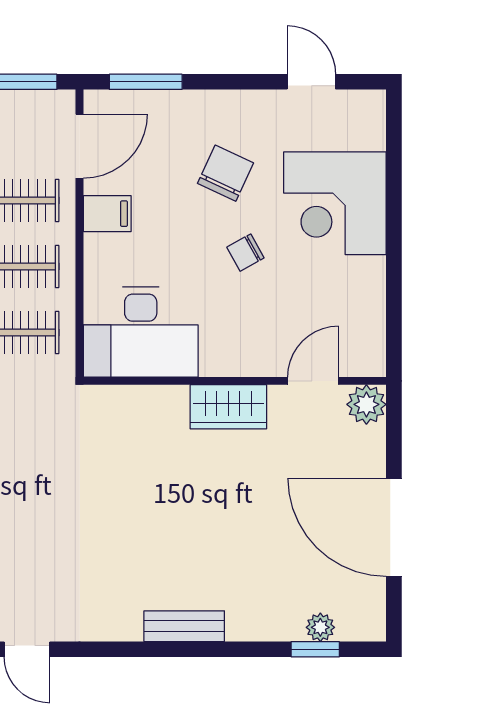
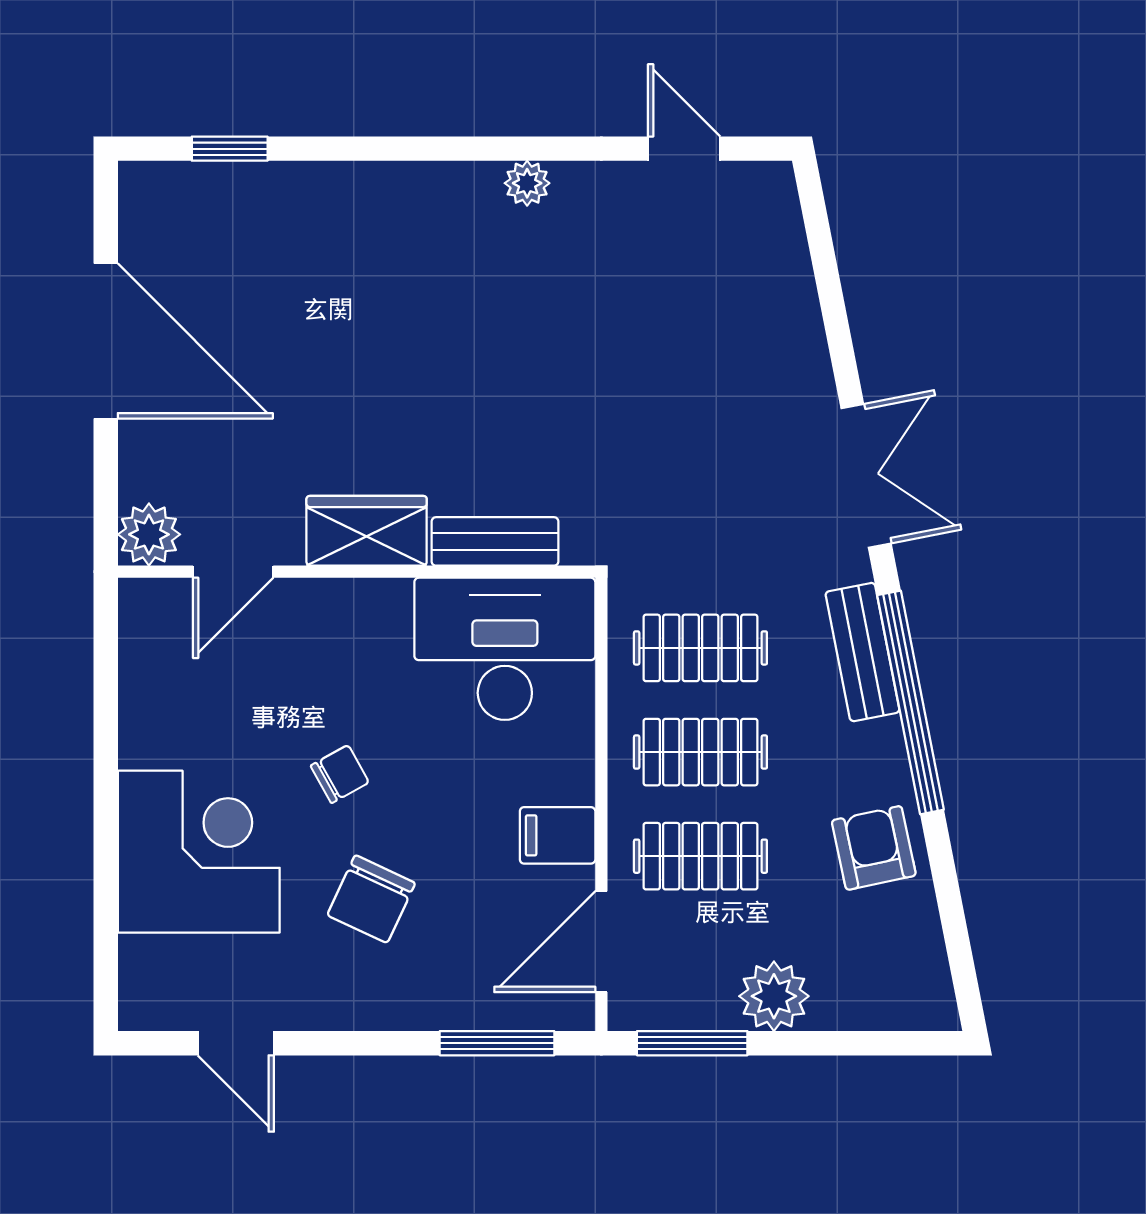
bench: (184, 626) -> (495, 541), moved
plant: (320, 627) -> (527, 183), moved

